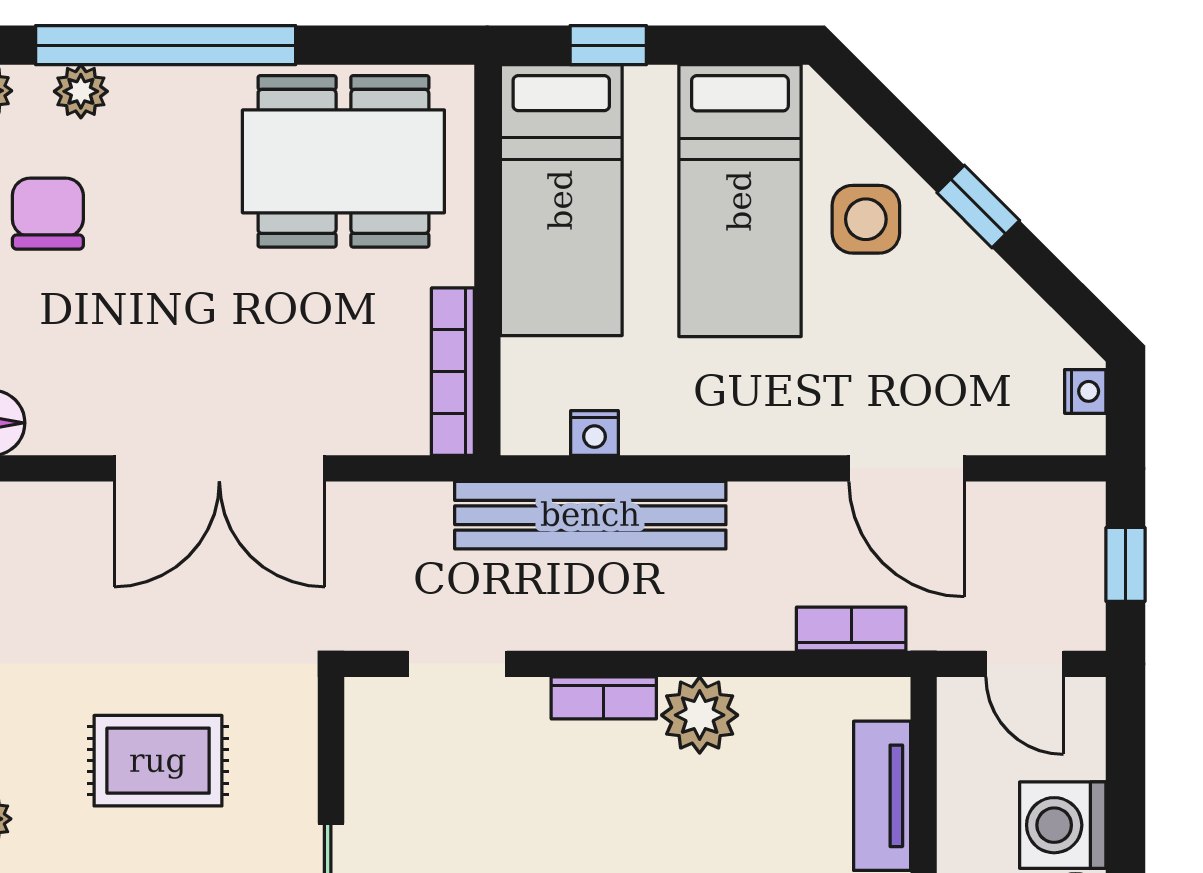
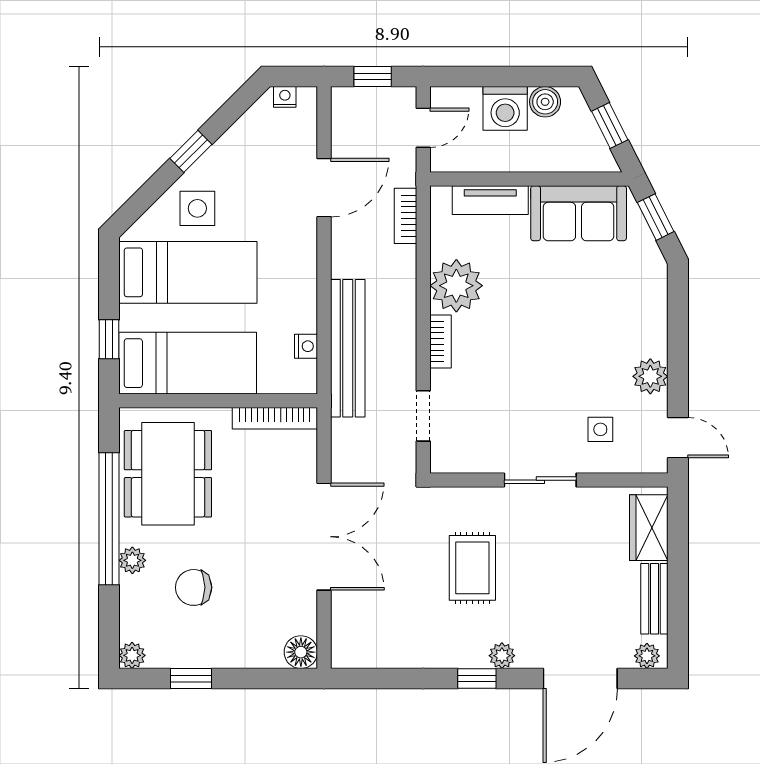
window: (166, 45) -> (109, 519), moved
plant: (81, 91) -> (132, 560), moved
chair: (48, 214) -> (194, 587), moved
plant: (700, 715) -> (456, 286), width x1.36, depth x1.36

